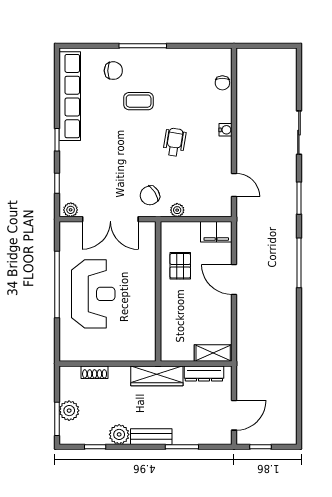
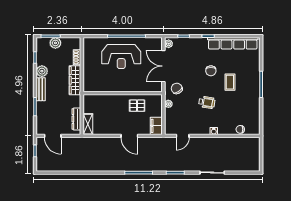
chair: (113, 71) -> (211, 71), moved
door: (234, 279) -> (129, 136), swing flipped
wardrobe: (157, 376) -> (75, 80), moved

